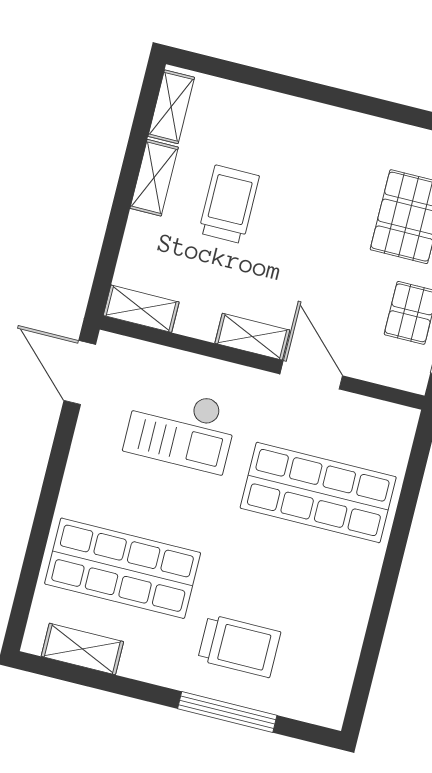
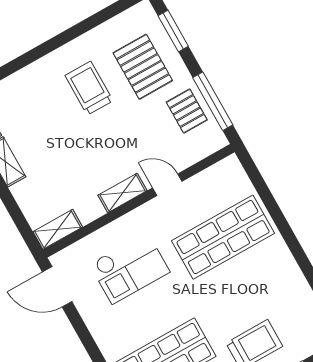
trolley: (229, 204) -> (89, 88), moved
door: (311, 375) -> (167, 185), width x0.73

